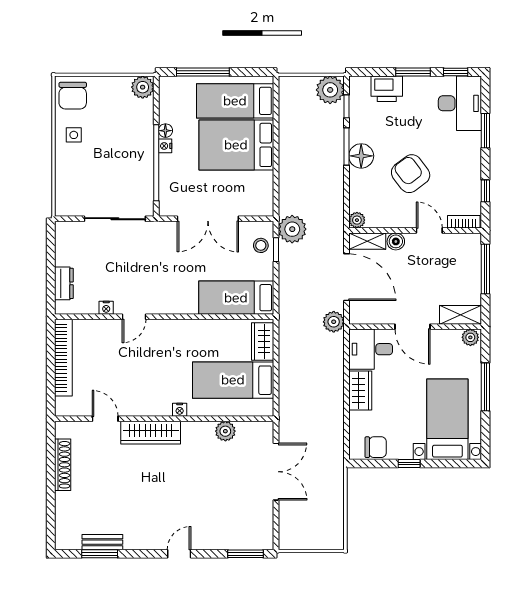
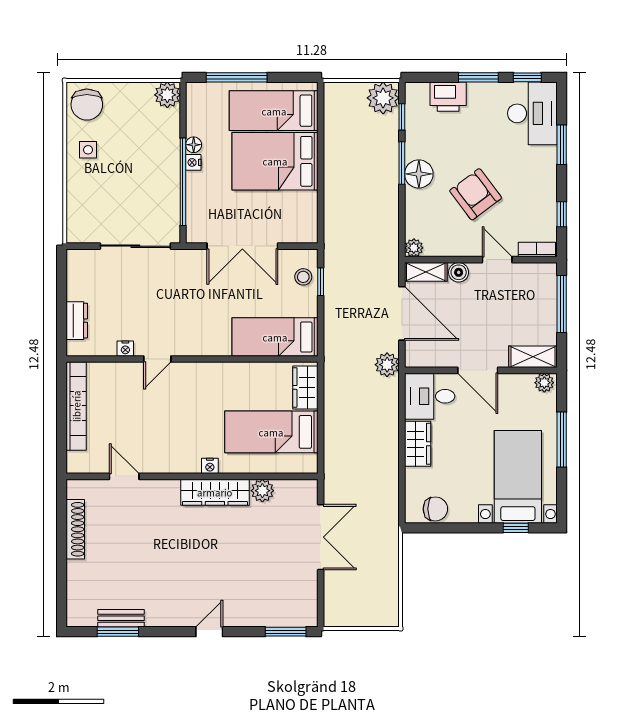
plant: (292, 229) -> (339, 258), removed
wardrobe: (151, 433) -> (215, 492), moved
window: (409, 464) -> (516, 528), moved

